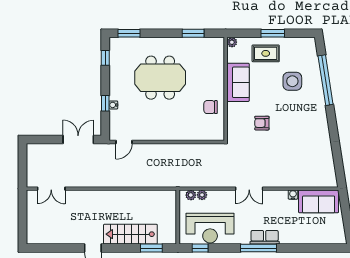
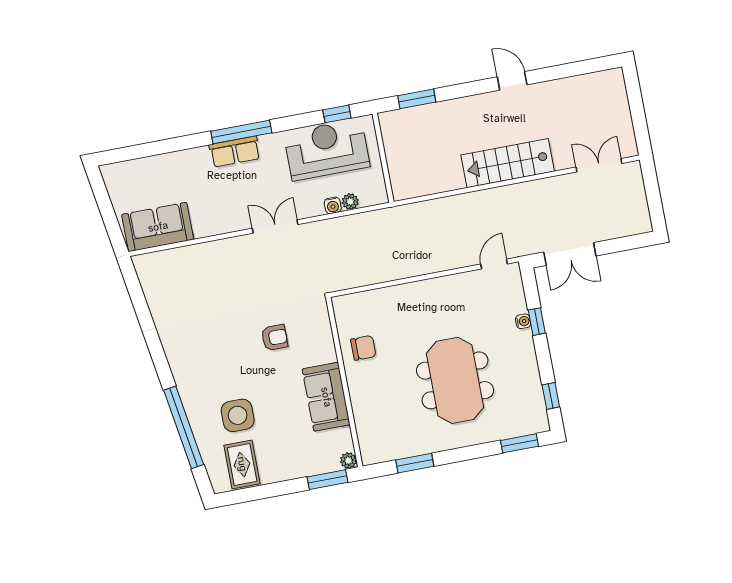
window: (273, 33) -> (327, 480), moved
rug: (266, 53) -> (242, 464), moved, turned 90
meeting table: (160, 78) -> (455, 380), turned 90
plant: (191, 195) -> (369, 198), removed
water cooler: (293, 195) -> (333, 205), moved
stairs: (130, 234) -> (508, 163), moved, turned 180

